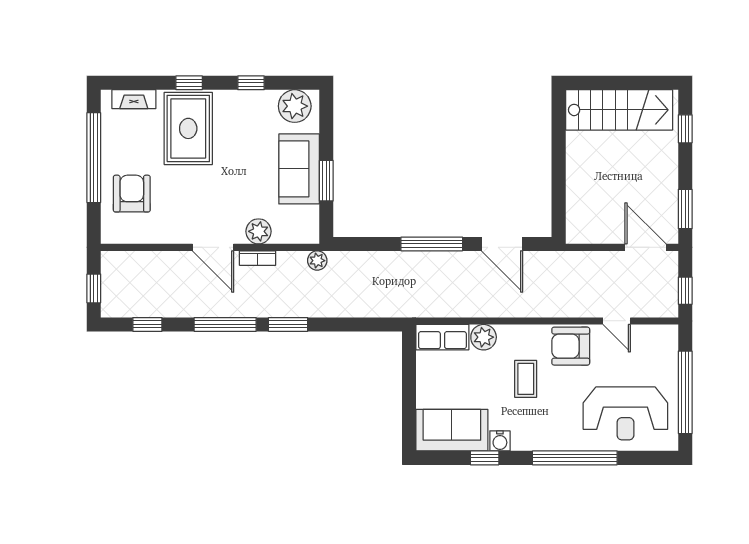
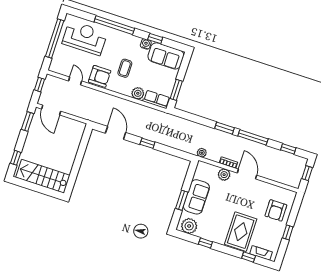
window: (189, 83) -> (249, 257), moved
window: (94, 158) -> (288, 232), width x0.32
window: (326, 181) -> (182, 200), moved
window: (432, 244) -> (147, 143), width x0.46
window: (409, 369) -> (176, 90), added

